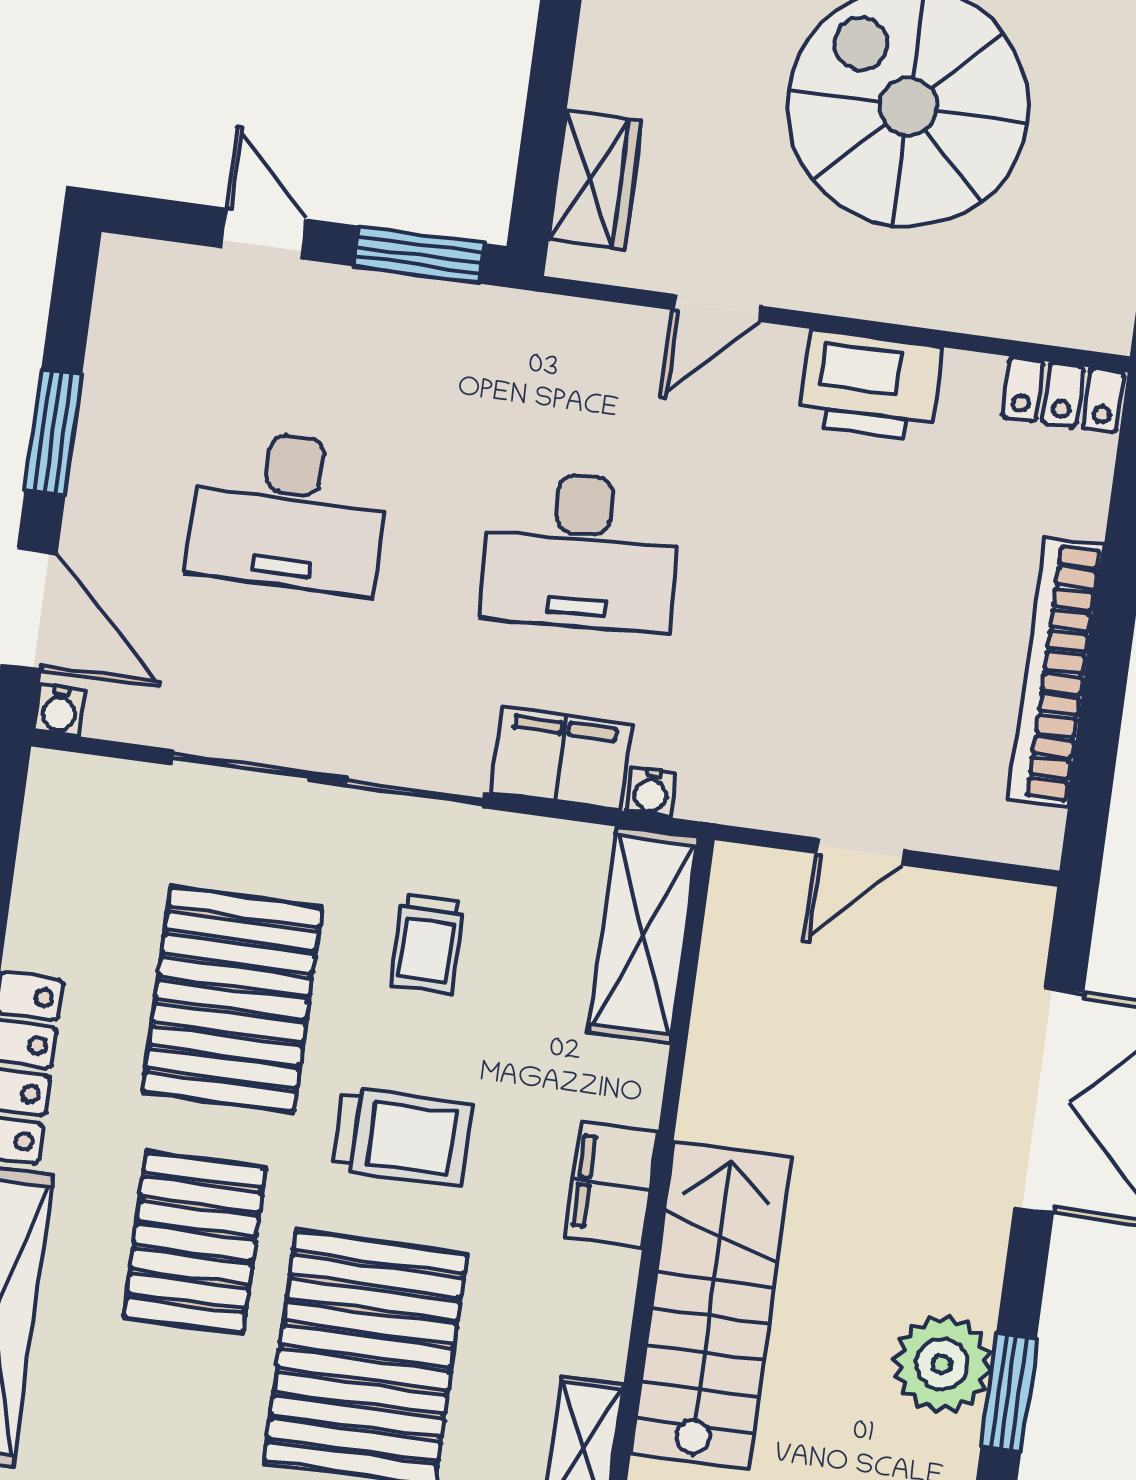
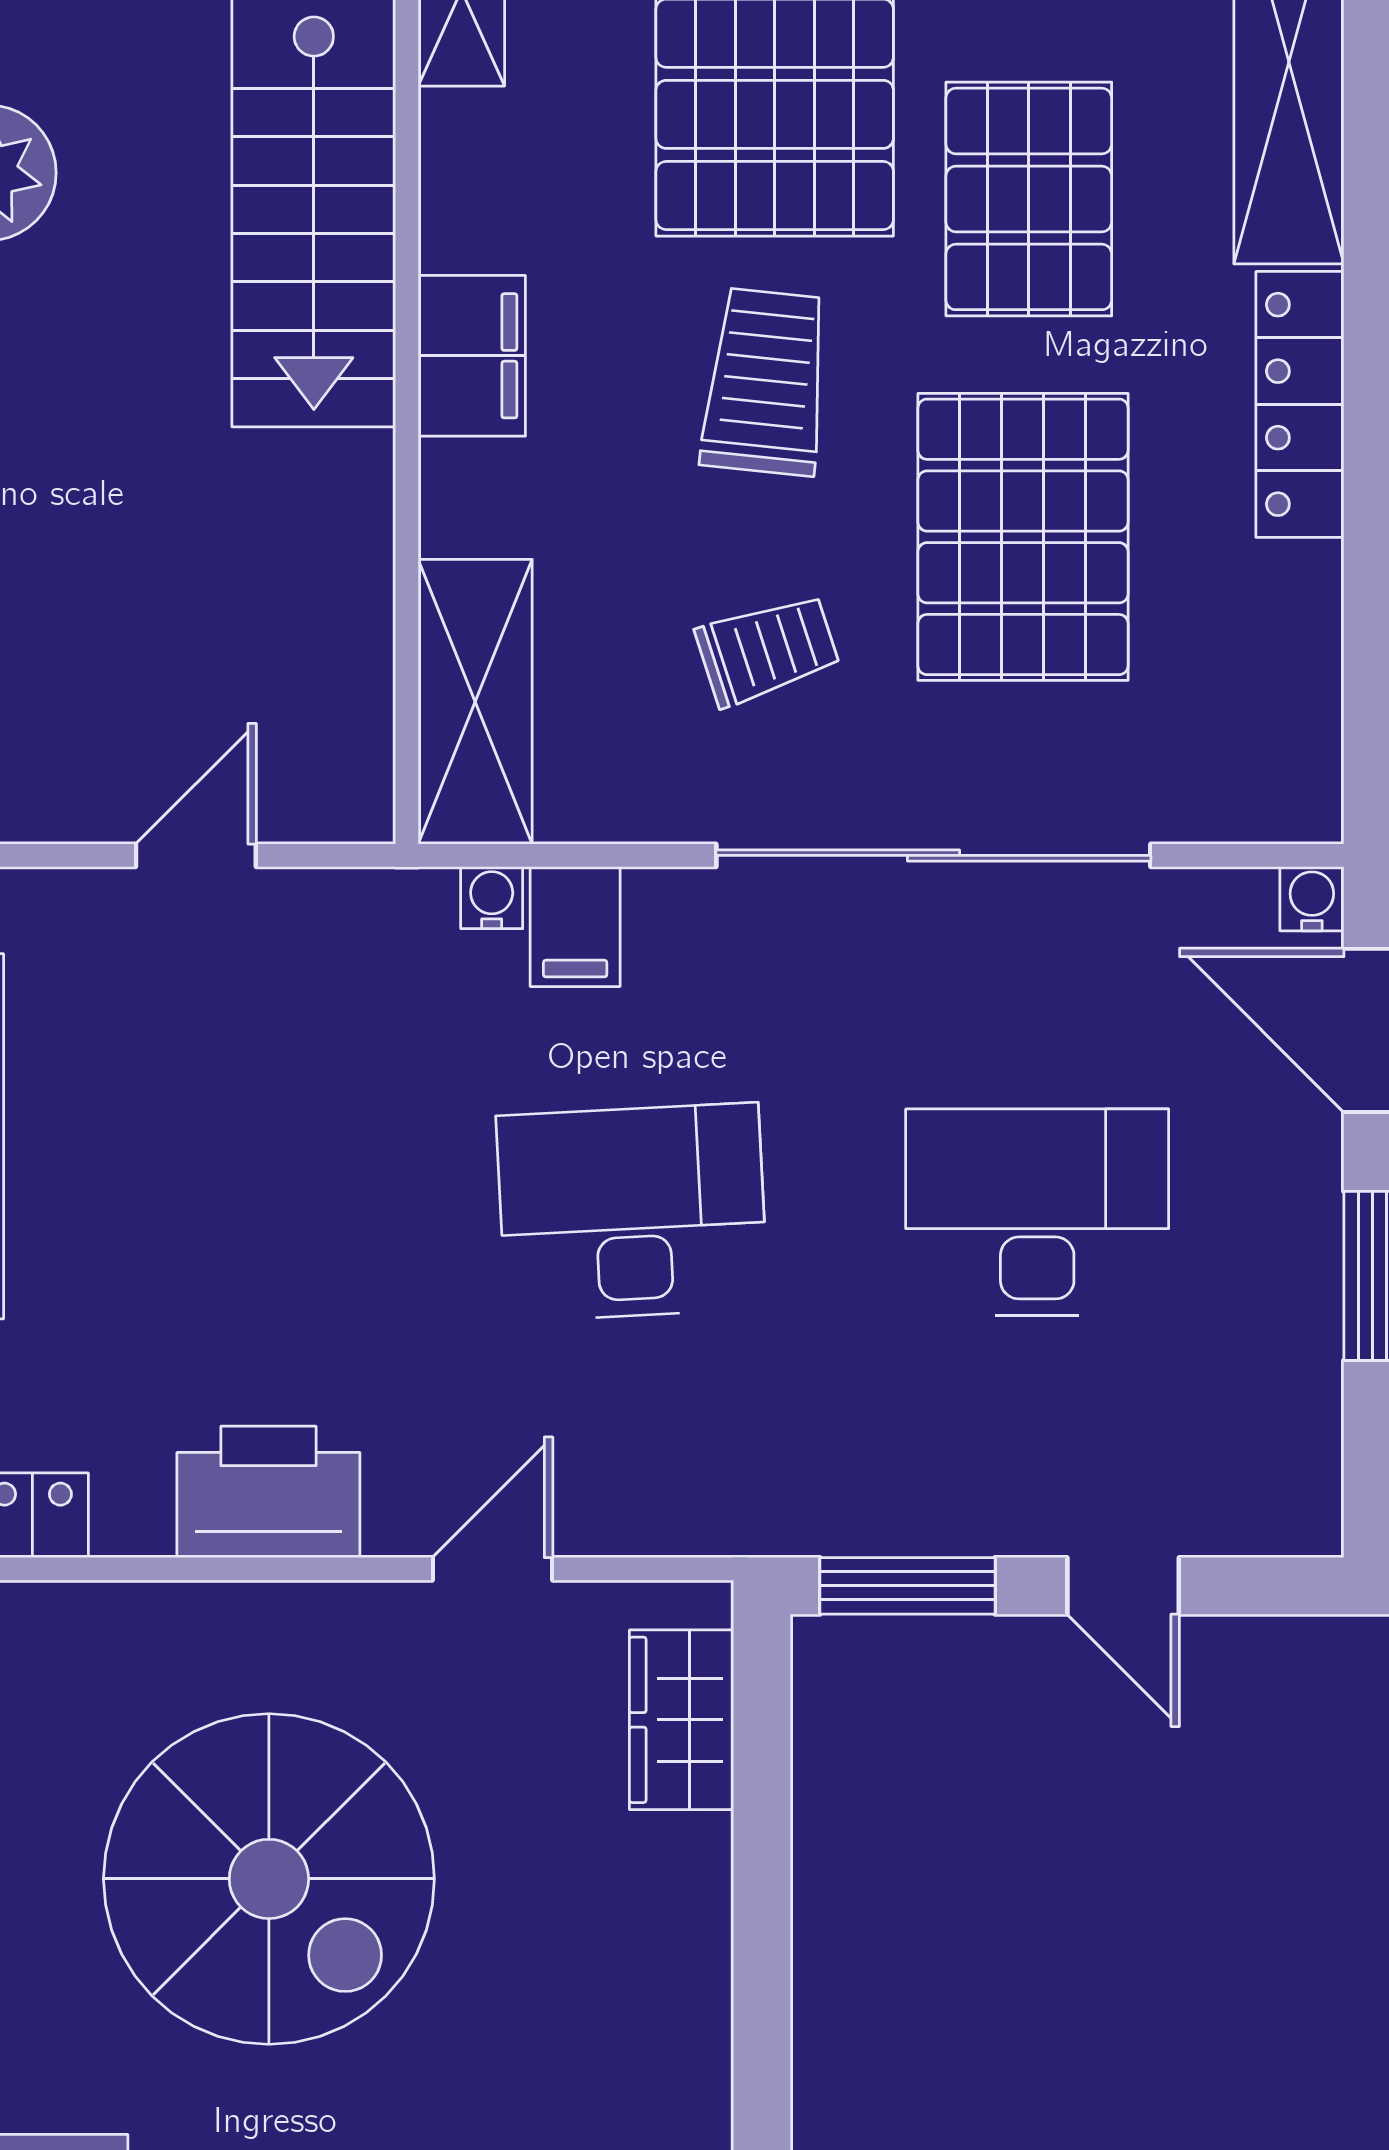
filing cabinet: (561, 758) -> (575, 927), width x0.50
trolley: (427, 943) -> (767, 650), turned 72
trolley: (402, 1137) -> (766, 382), turned 96

